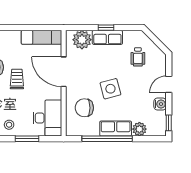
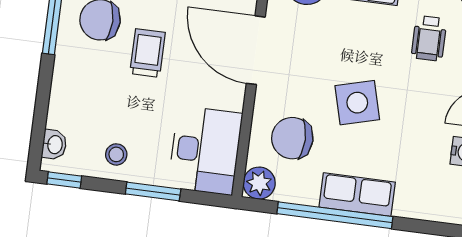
plant: (139, 129) -> (259, 183), moved

